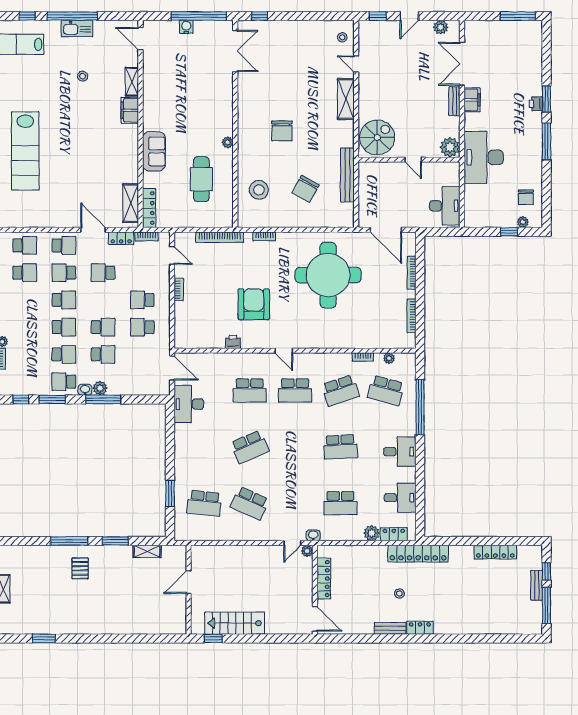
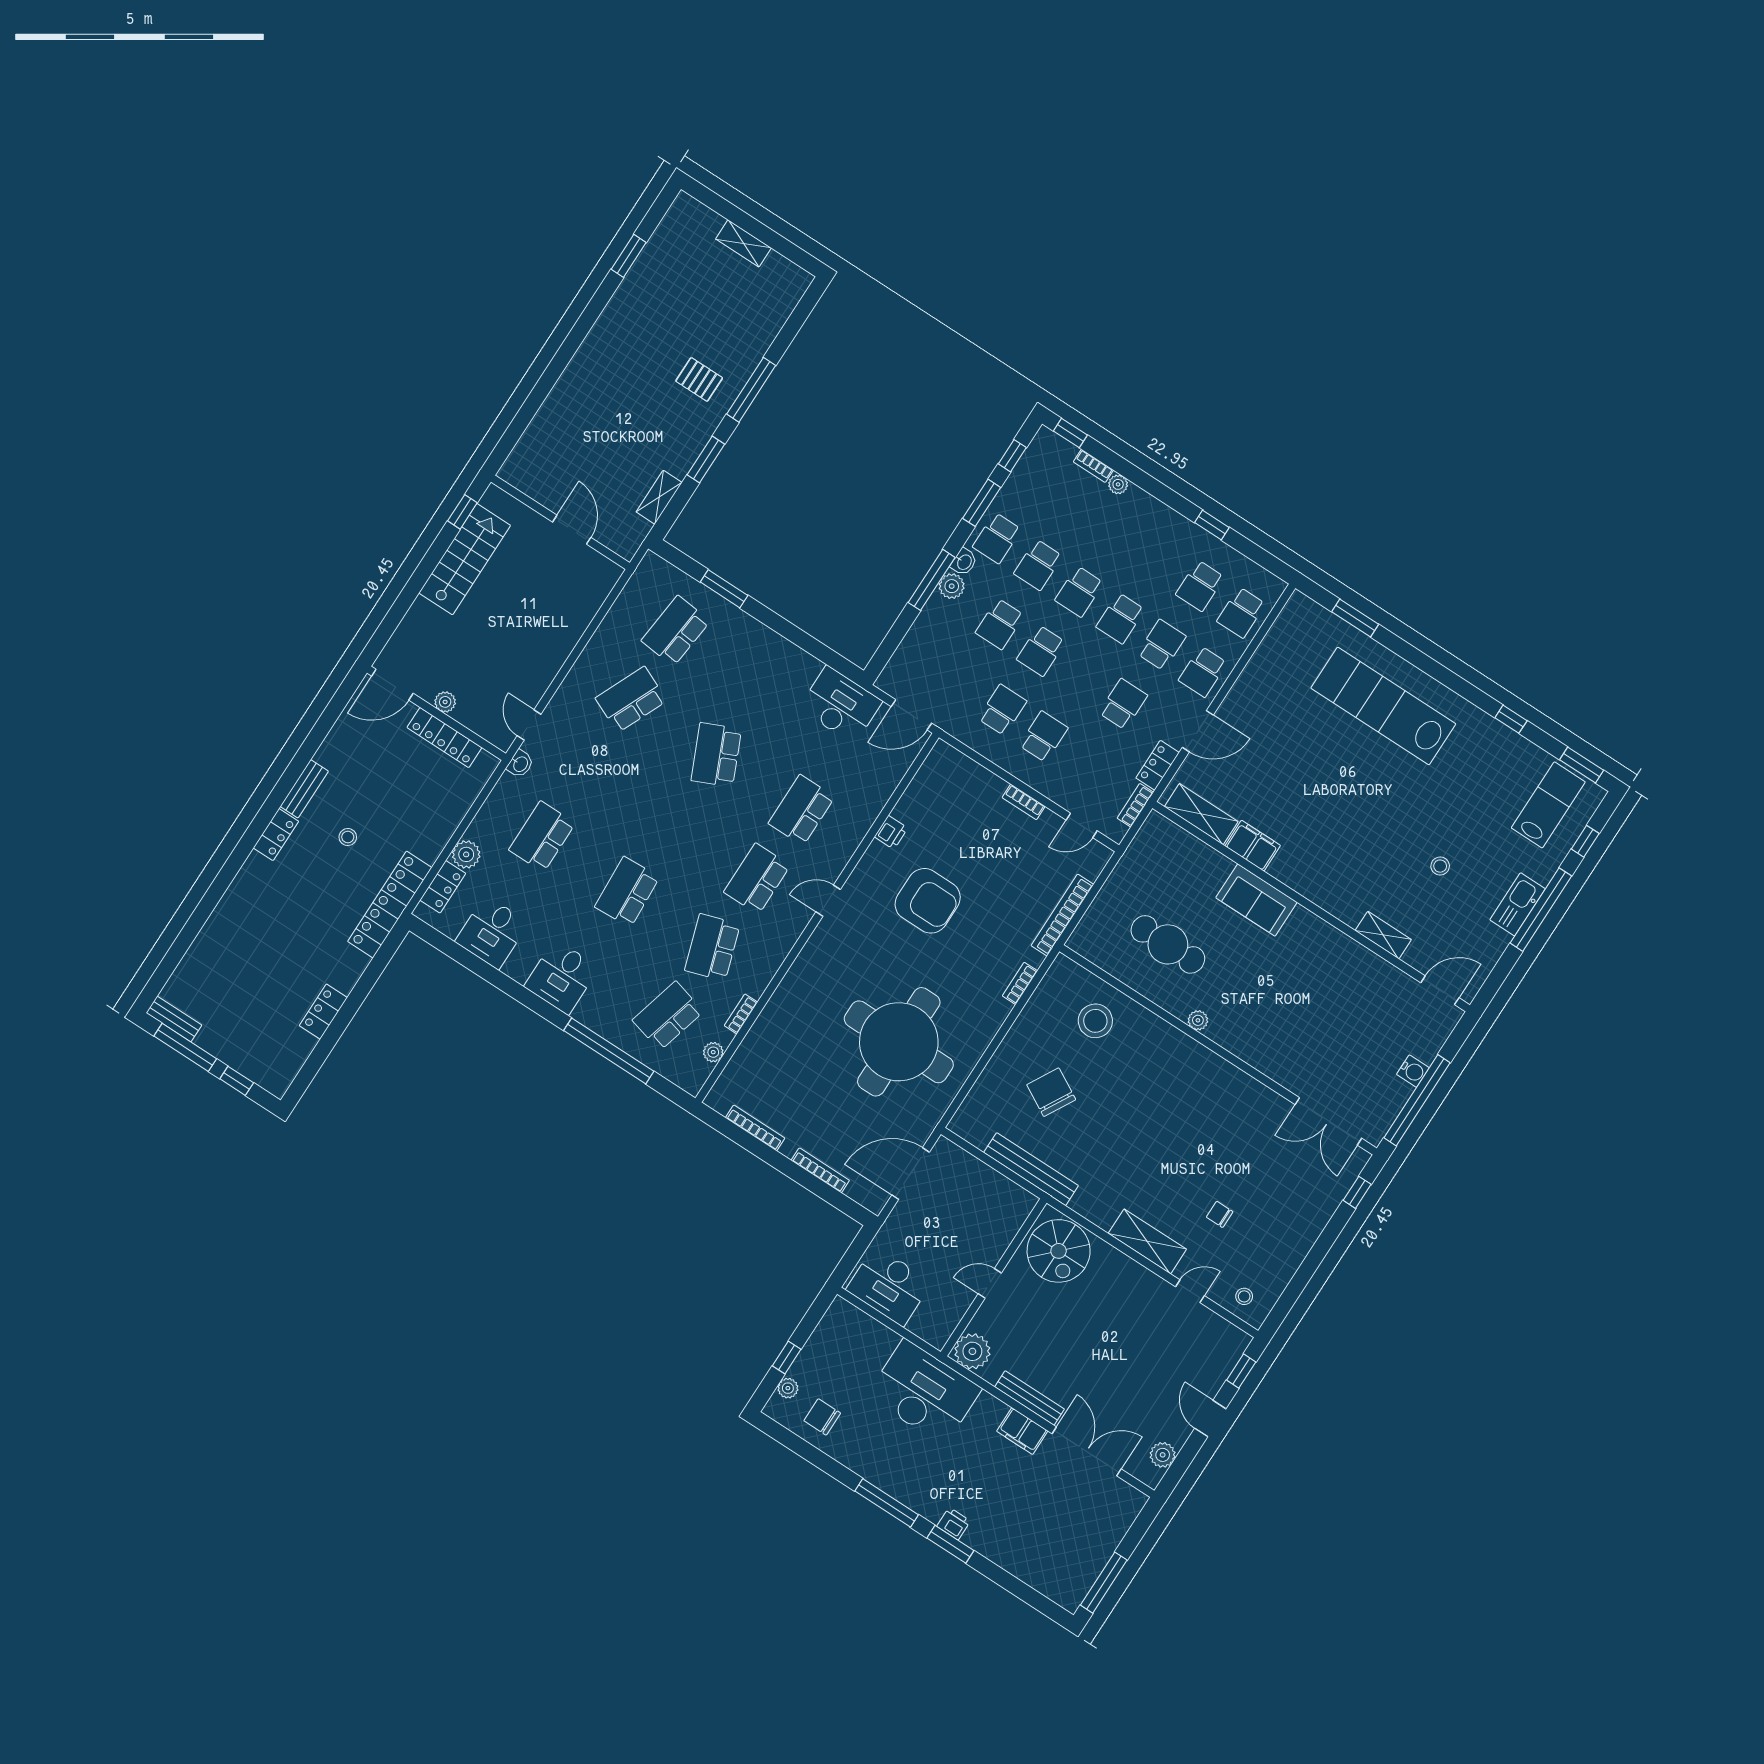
bench: (454, 101) -> (1029, 1398), width x1.36
filing cabinet: (130, 110) -> (1253, 846), moved
chair: (282, 131) -> (1220, 1214), moved, width x0.54, depth x0.54
locker: (149, 208) -> (1176, 837), removed
school desk: (64, 382) -> (997, 538), turned 180
plant: (307, 551) -> (445, 702), moved
locker: (495, 552) -> (323, 1012), width x0.66
bench: (537, 585) -> (174, 1019), moved

